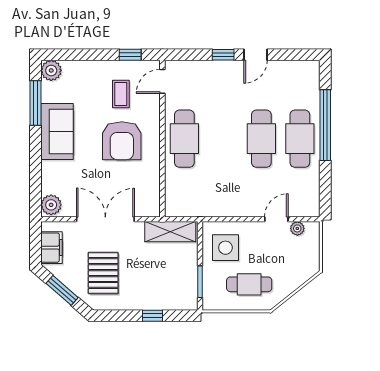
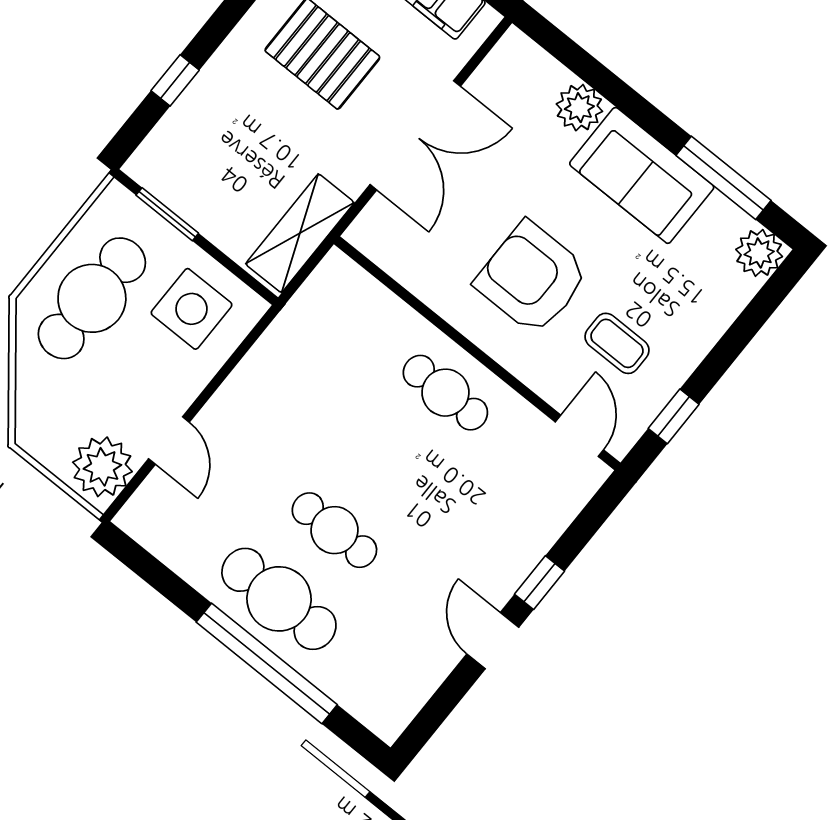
cafe table: (184, 139) -> (445, 393), width x0.73, depth x0.74
cafe table: (261, 139) -> (334, 530), width x0.73, depth x0.74
plant: (51, 205) -> (579, 108), moved
plant: (297, 228) -> (102, 467), width x1.87, depth x1.87
cafe table: (249, 284) -> (92, 298), width x1.37, depth x1.35

